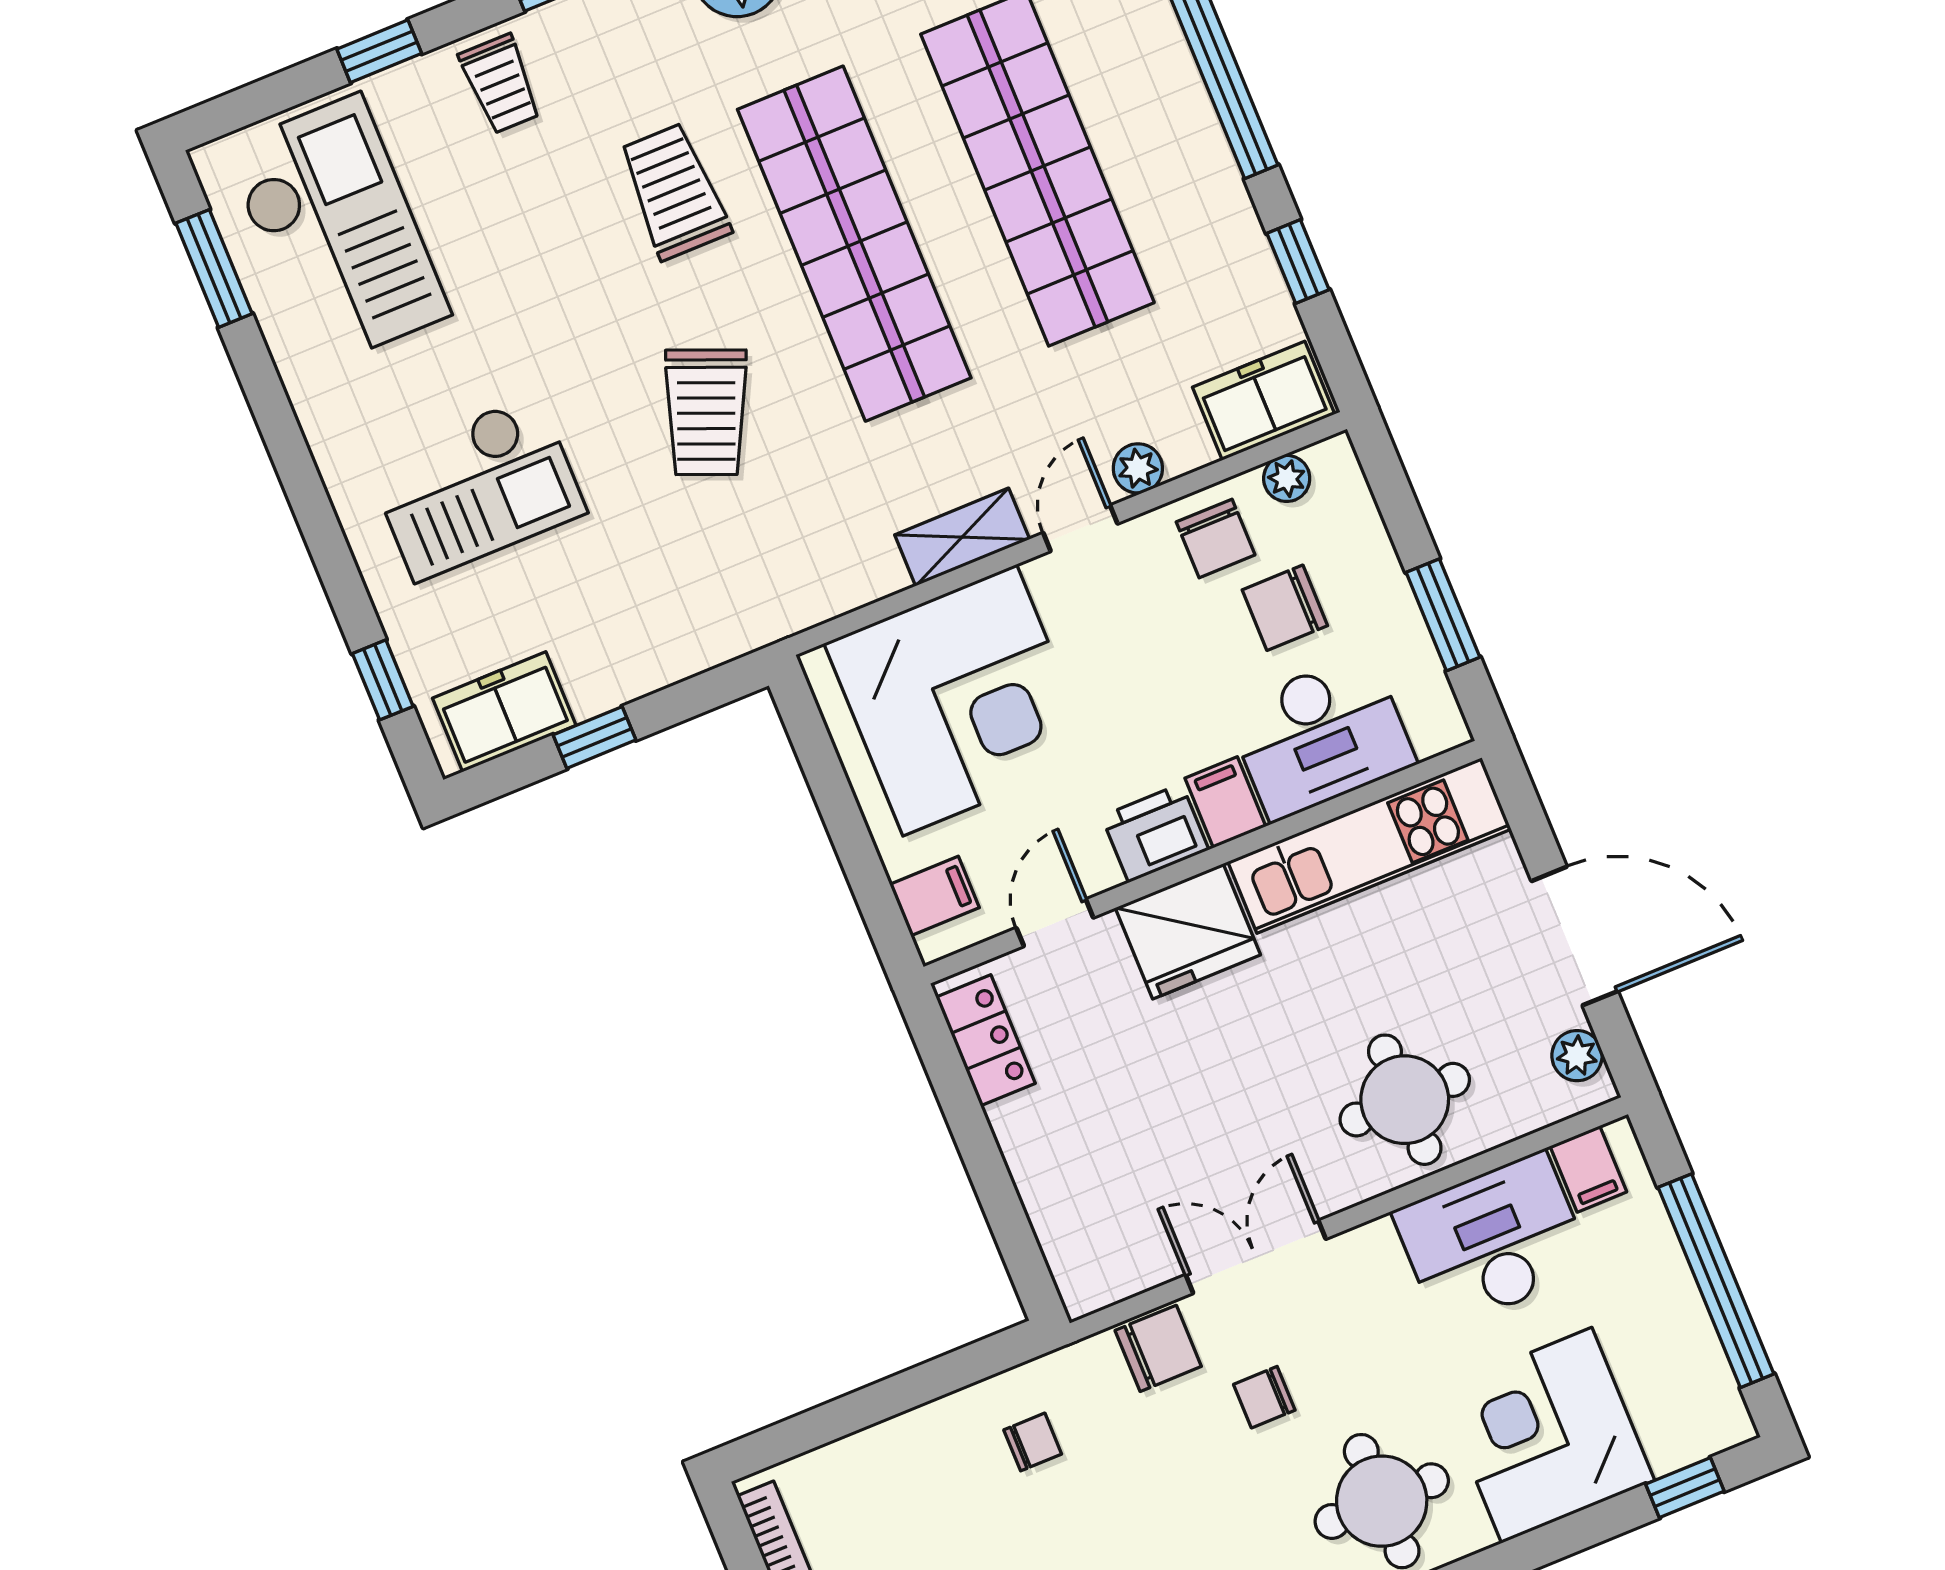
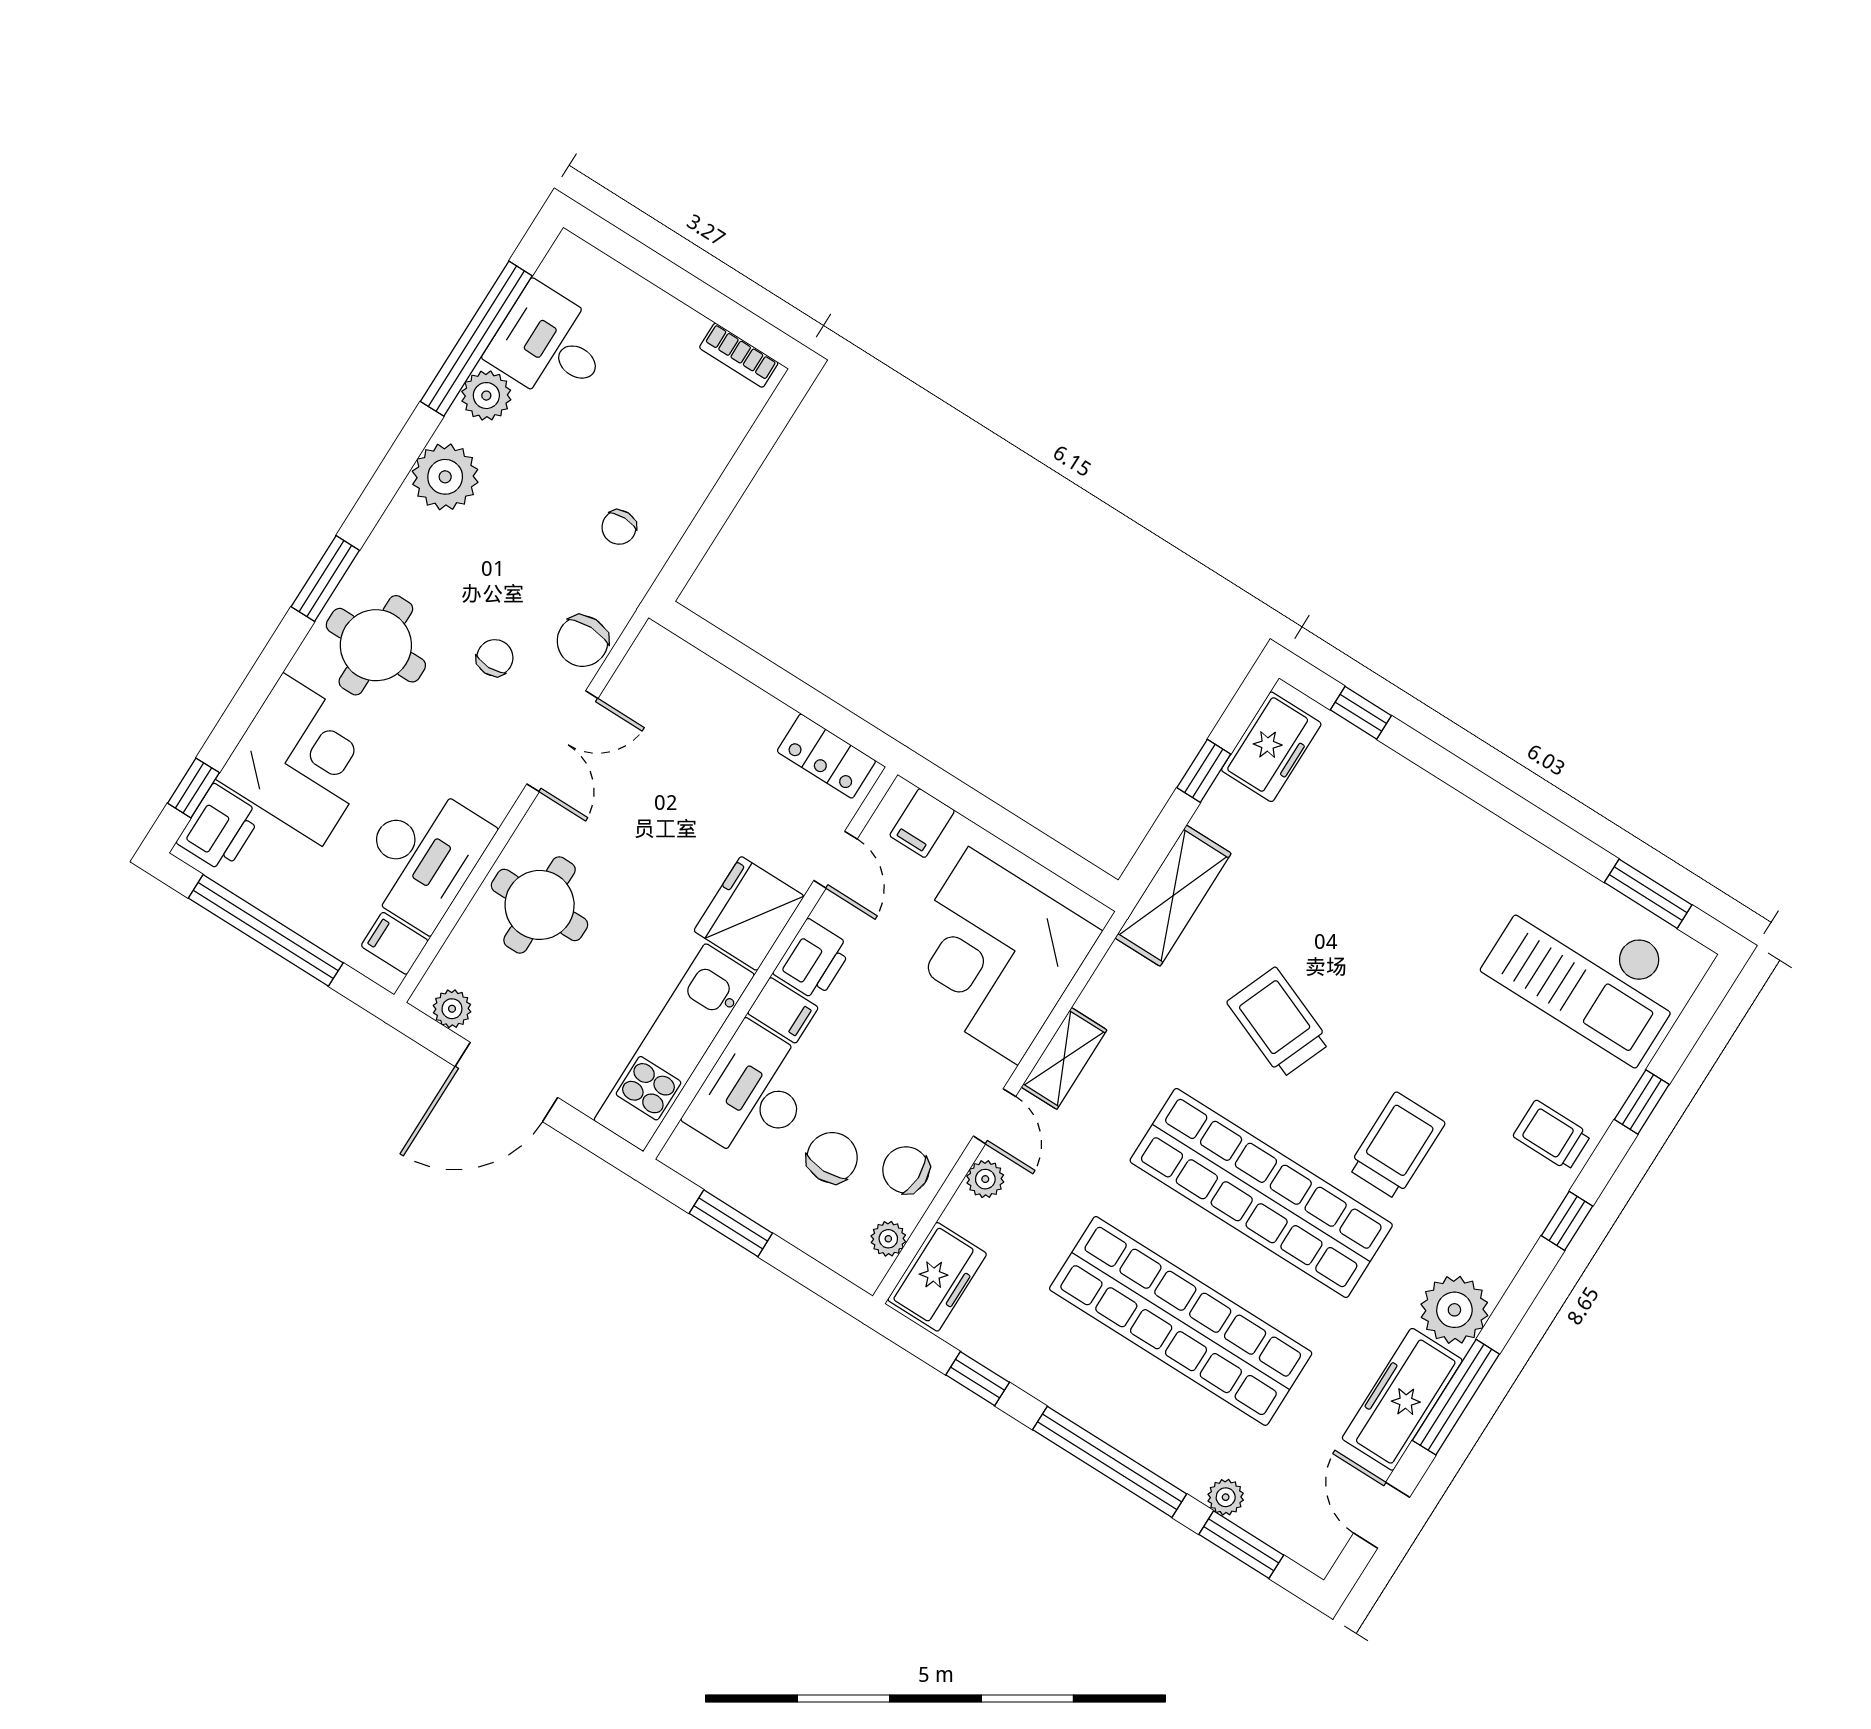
trolley: (674, 191) -> (1396, 1146), turned -90
checkout: (476, 487) -> (1388, 874), removed
shelving: (722, 628) -> (1173, 896), added
printer: (1688, 1425) -> (219, 828), added

